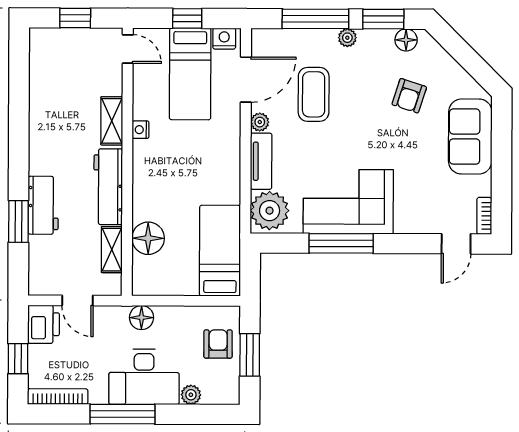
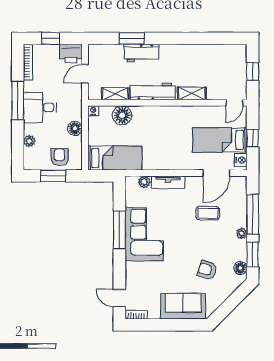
door: (246, 80) -> (216, 173), hinge flipped
coffee table: (314, 94) -> (208, 213), width x0.73, depth x0.77
plant: (260, 122) -> (191, 181), removed
nightstand: (141, 130) -> (93, 111), moved
plant: (270, 211) -> (144, 182), width x0.53, depth x0.53
floor lamp: (142, 318) -> (75, 128), moved
armchair: (218, 344) -> (59, 157), turned -90
desk: (144, 377) -> (40, 108), width x0.73

